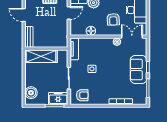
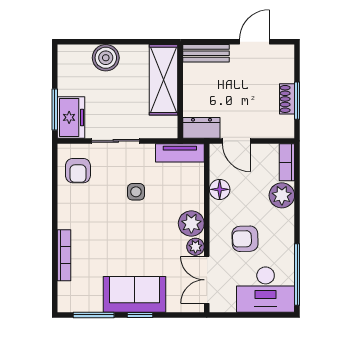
door: (69, 13) -> (236, 141), moved
double door: (132, 37) -> (207, 280), swing flipped
dresser: (63, 39) -> (201, 128), added
plant: (106, 44) -> (191, 223), added
boiler: (31, 93) -> (106, 58), moved

